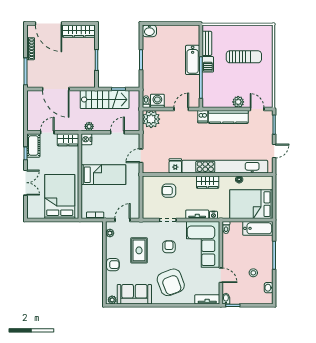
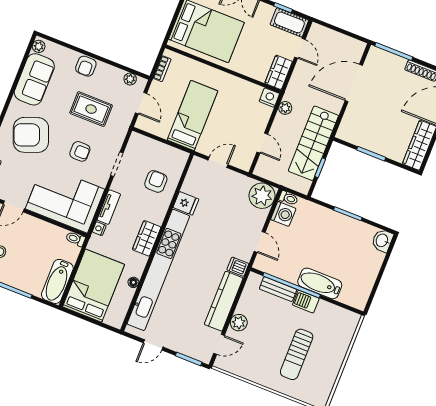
bench: (207, 43) -> (278, 289), moved
door: (274, 151) -> (153, 345), hinge flipped
door: (141, 156) -> (218, 162), hinge flipped
bed: (103, 175) -> (193, 115), moved, turned 180

